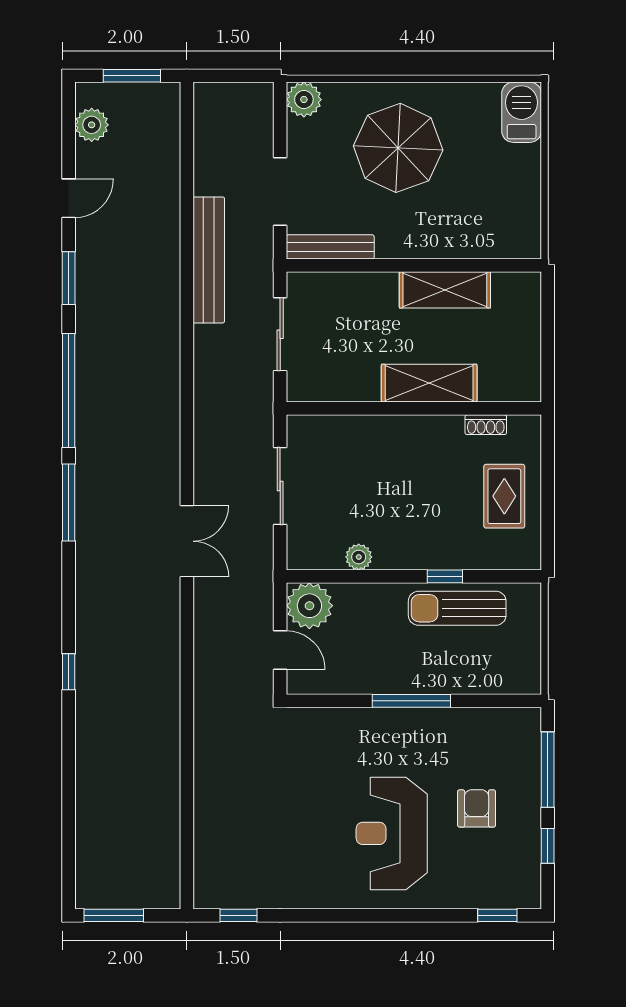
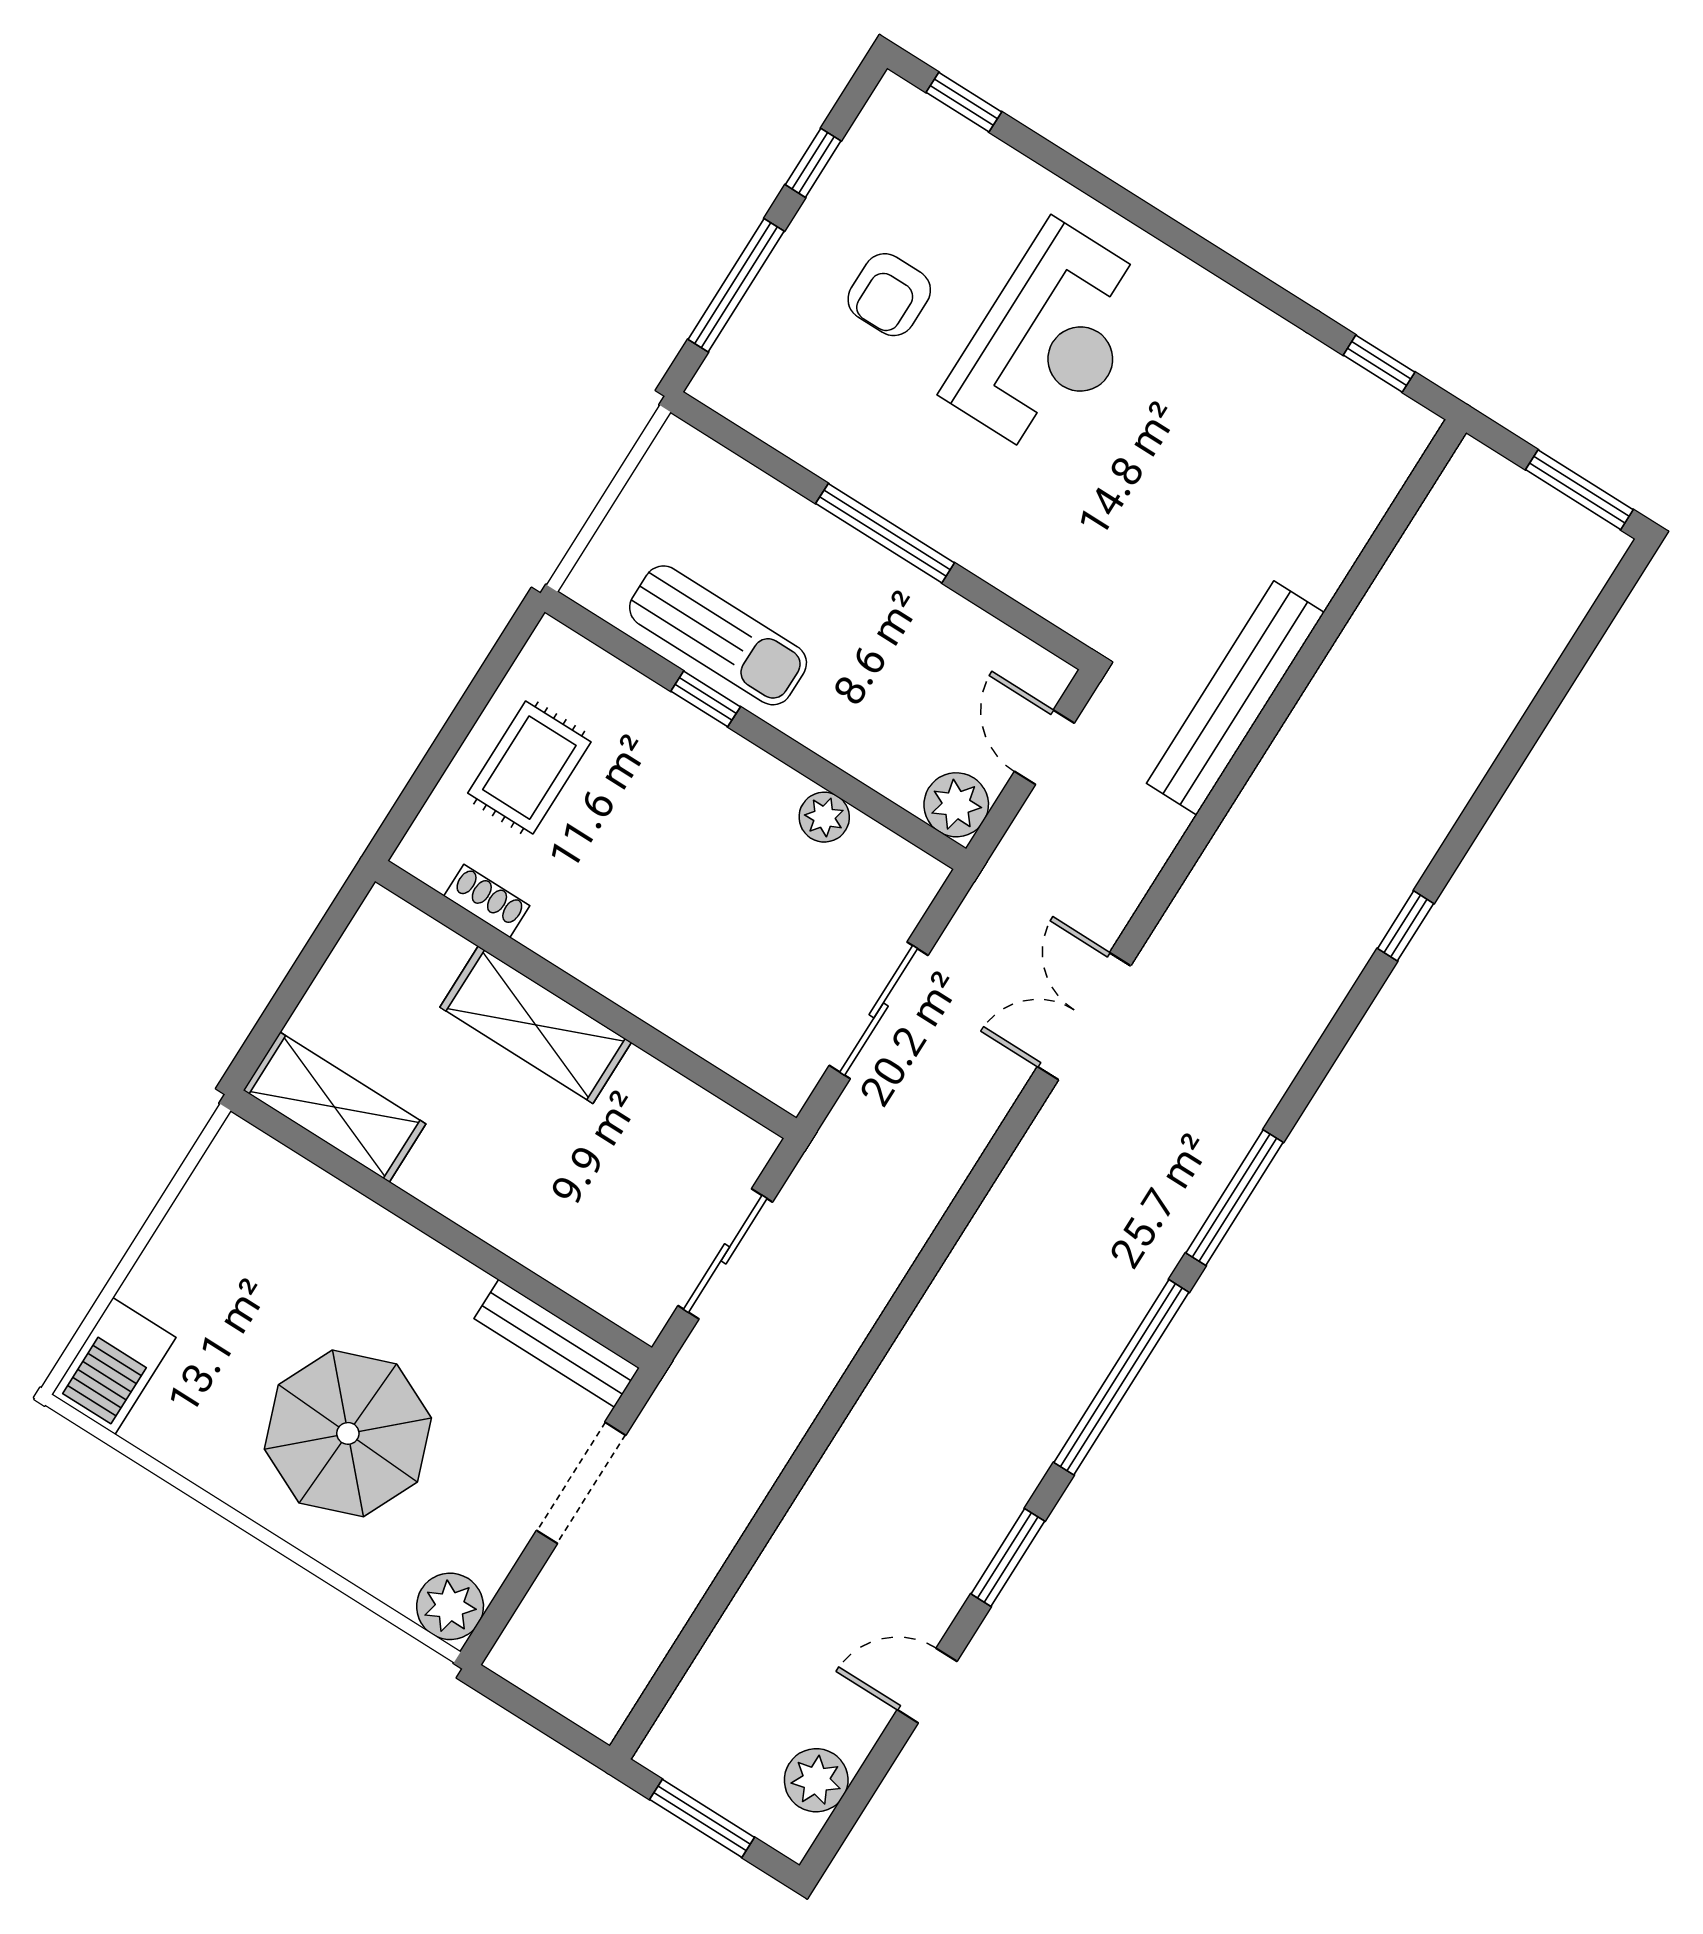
bench: (209, 260) -> (1235, 698), moved
shelving: (445, 290) -> (334, 1107), moved
plant: (309, 606) -> (956, 805), width x0.73, depth x0.73

